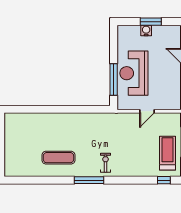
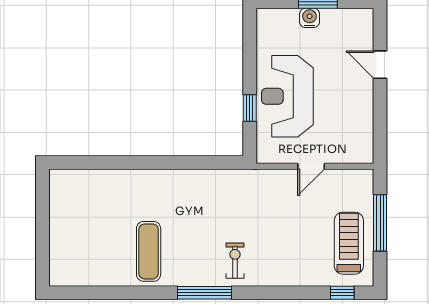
window: (114, 80) -> (250, 108), width x0.46
exercise mat: (58, 158) -> (149, 251), turned 90

